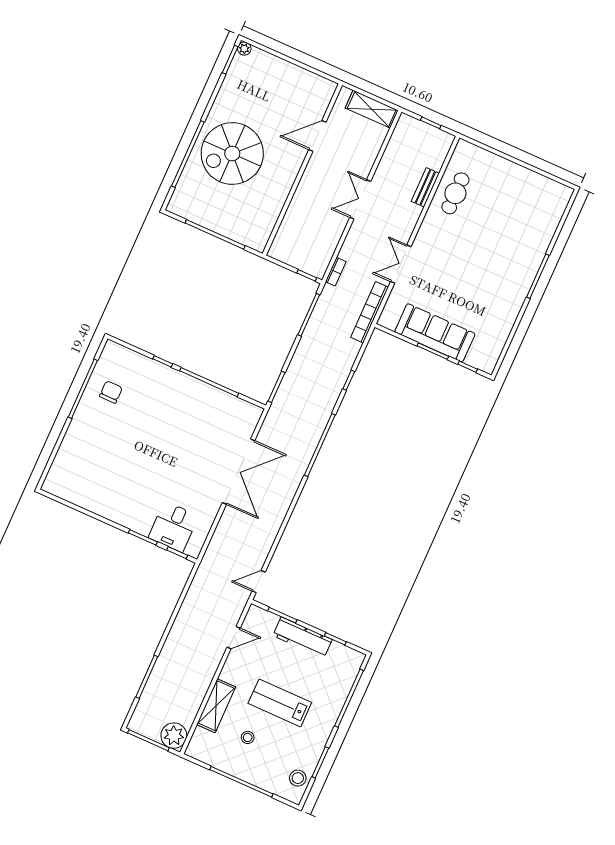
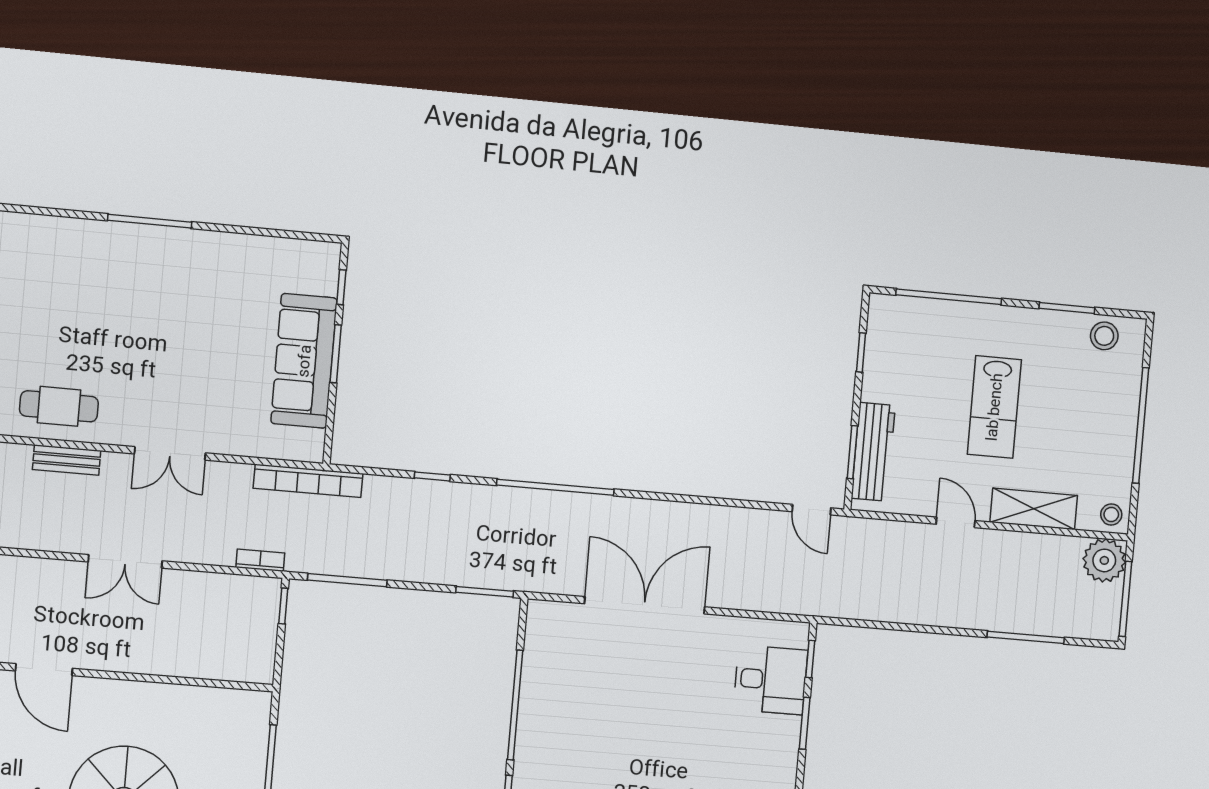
double door: (401, 264) -> (170, 453), moved
door: (234, 638) -> (956, 522), moved
workbench: (302, 638) -> (873, 452), moved
stool: (248, 737) -> (1111, 514), moved

